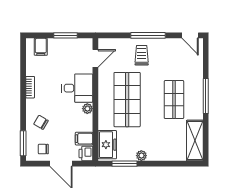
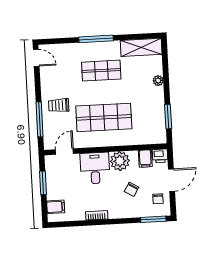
window: (148, 35) -> (40, 119), moved
door: (190, 35) -> (36, 58), hinge flipped
door: (95, 58) -> (64, 152), hinge flipped
plant: (87, 109) -> (120, 161), width x1.88, depth x1.88
chair: (41, 122) -> (132, 189), moved
freezer: (107, 145) -> (150, 135), removed
plant: (141, 156) -> (158, 81), moved

